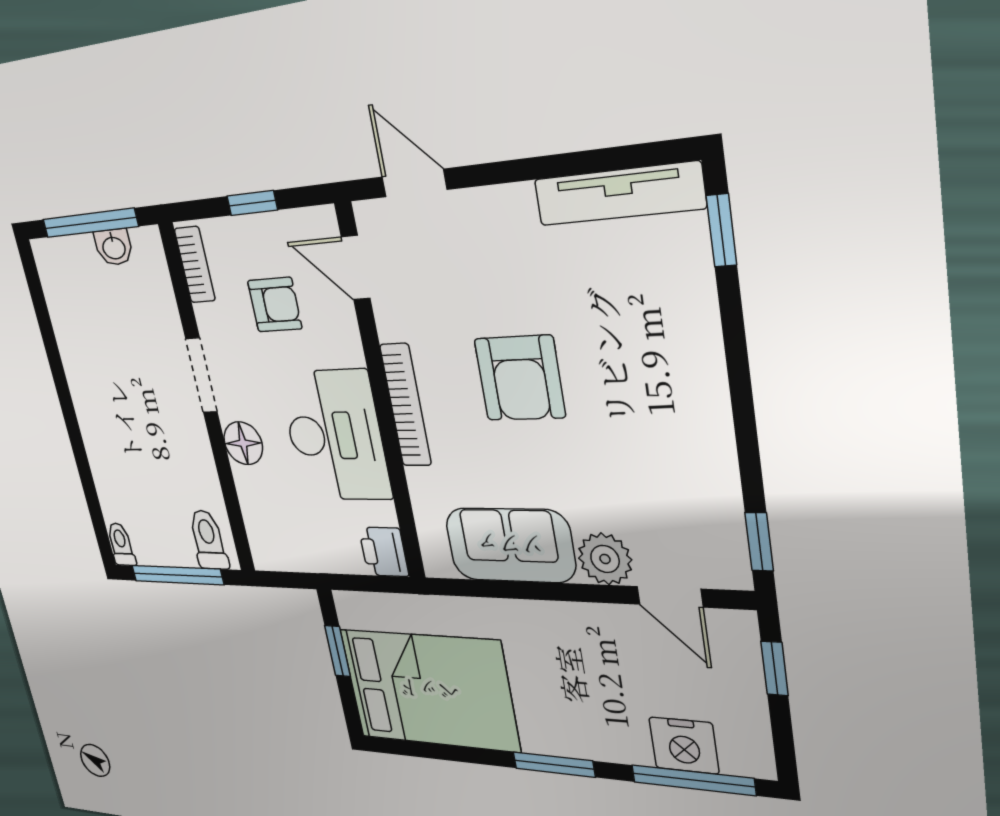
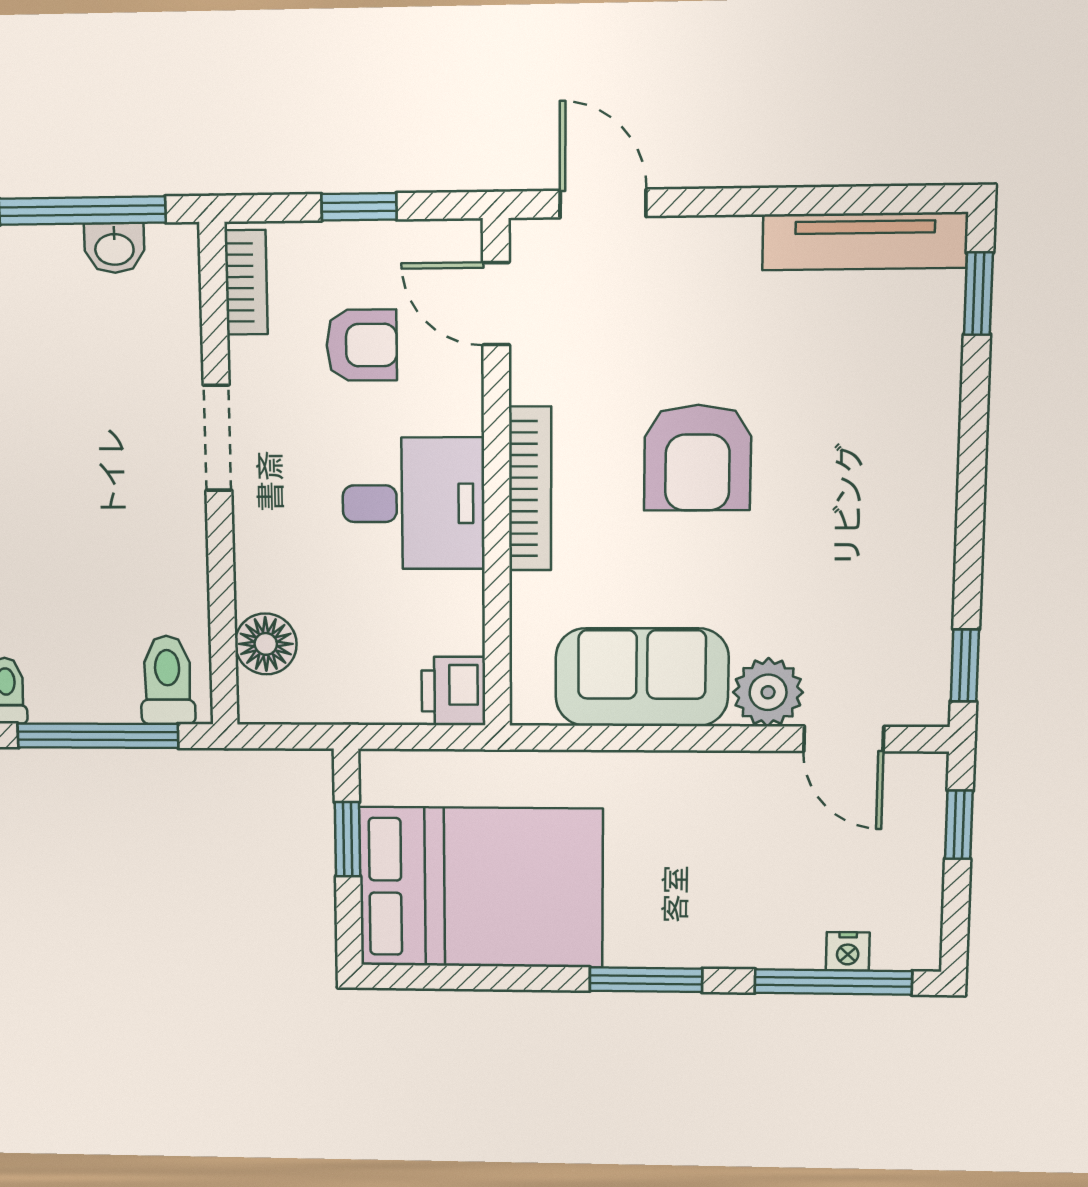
desk: (335, 436) -> (413, 504), width x0.73
floor lamp: (243, 443) -> (266, 644), moved
nightstand: (684, 746) -> (848, 951), width x0.53, depth x0.56

